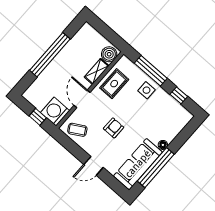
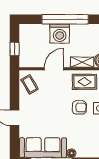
washing machine: (55, 112) -> (60, 34), moved, turned 180
armchair: (114, 128) -> (79, 107), moved

